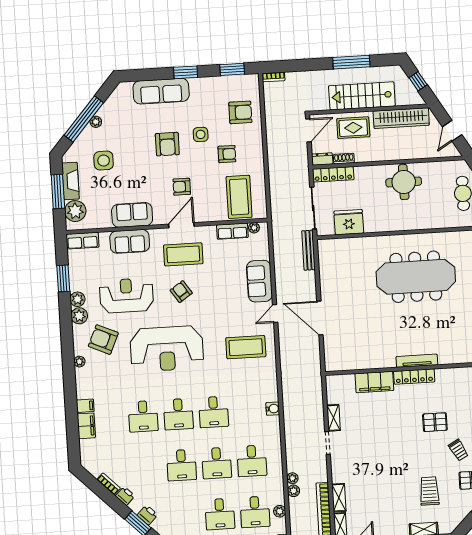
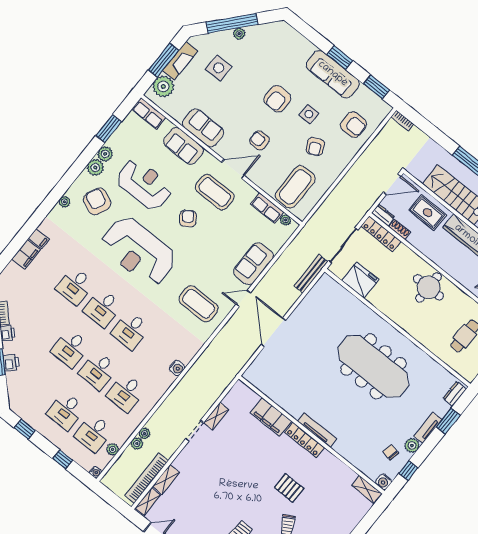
sofa: (161, 91) -> (333, 74), moved
armchair: (227, 154) -> (315, 147), turned 65

